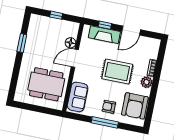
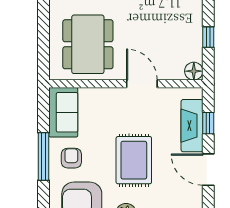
floor lamp: (70, 43) -> (194, 71), moved
sofa: (78, 97) -> (63, 112), moved, turned -90

